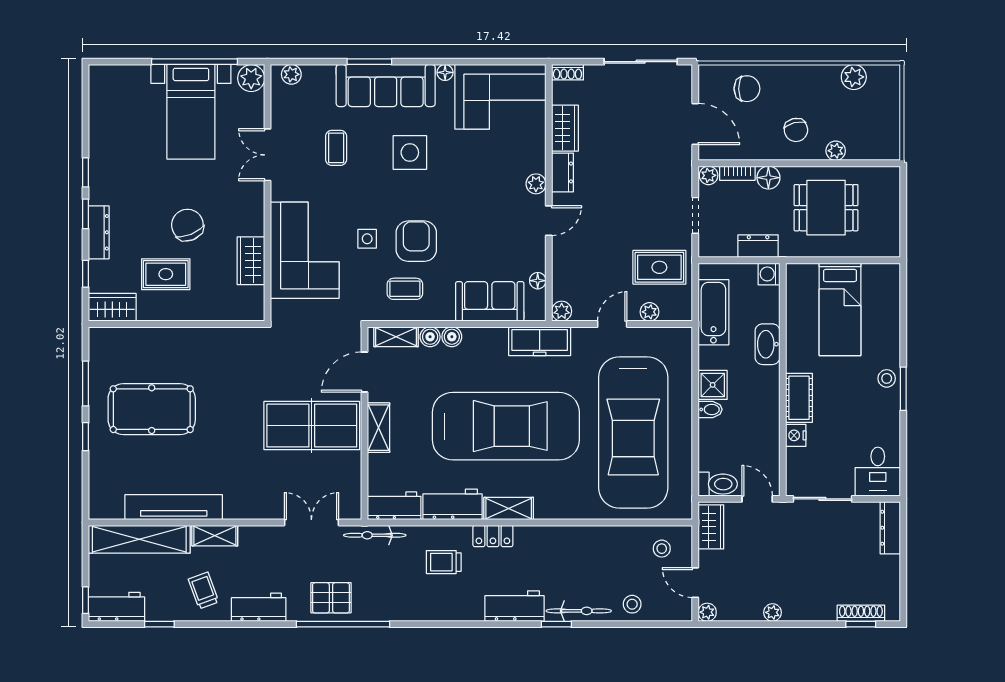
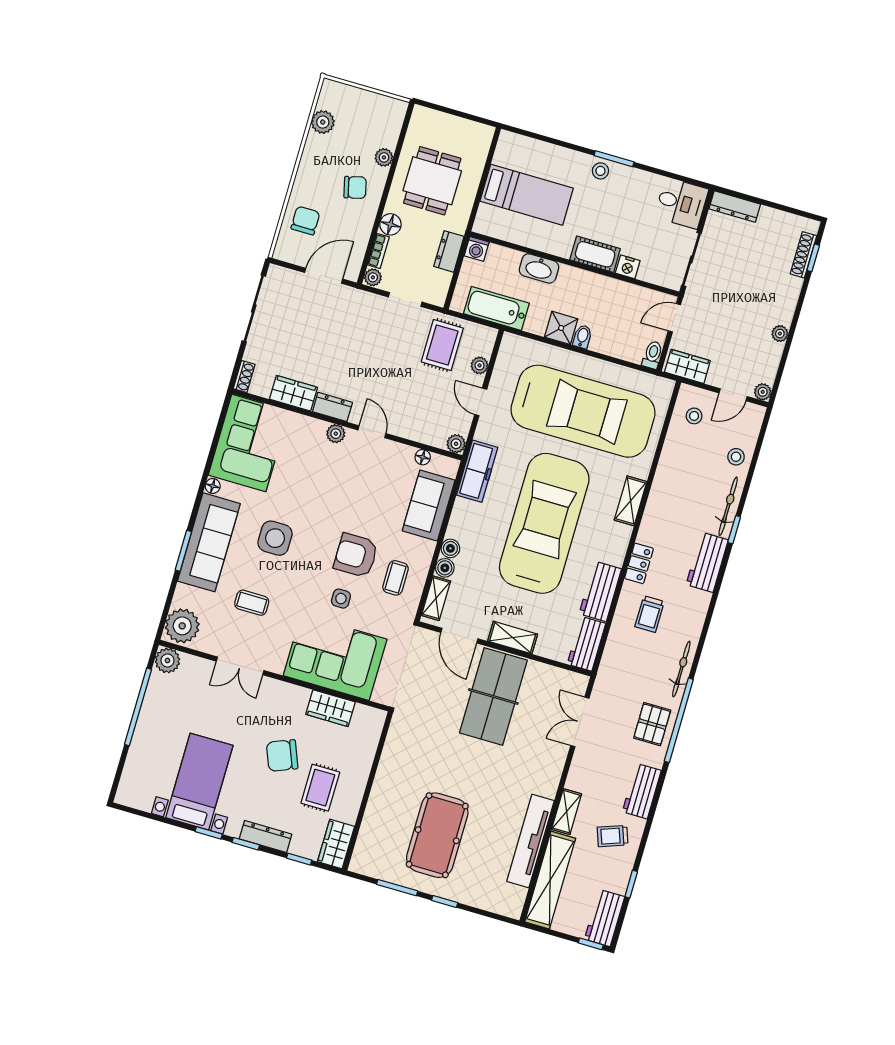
plant: (291, 74) -> (182, 626), width x1.87, depth x1.87
bed with nightstands: (191, 112) -> (199, 782), moved, turned -90
toilet: (718, 484) -> (652, 355), width x0.73, depth x0.72
shelving: (509, 509) -> (631, 501), moved
bicycle: (375, 535) -> (681, 669), moved, turned 180

